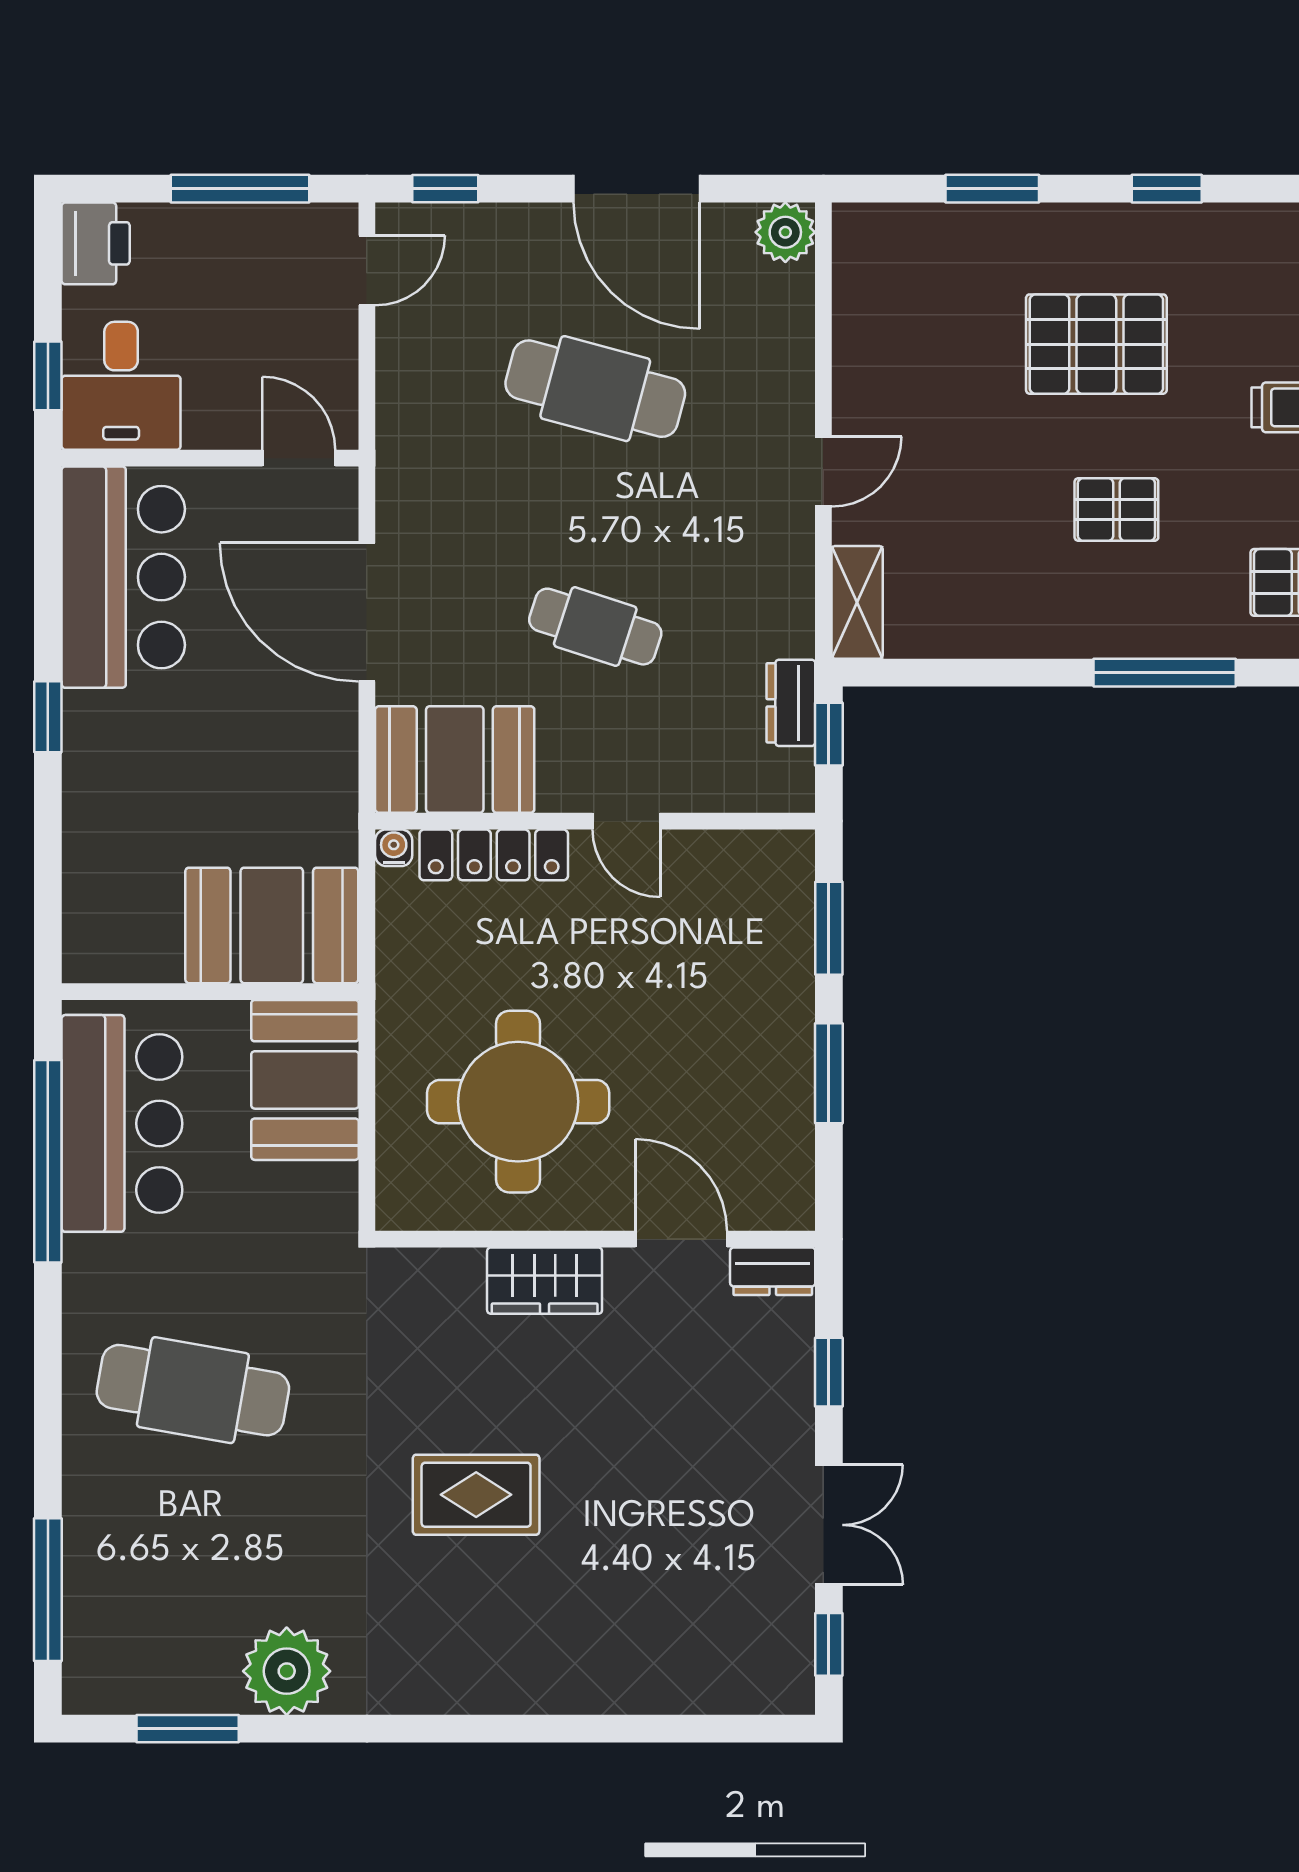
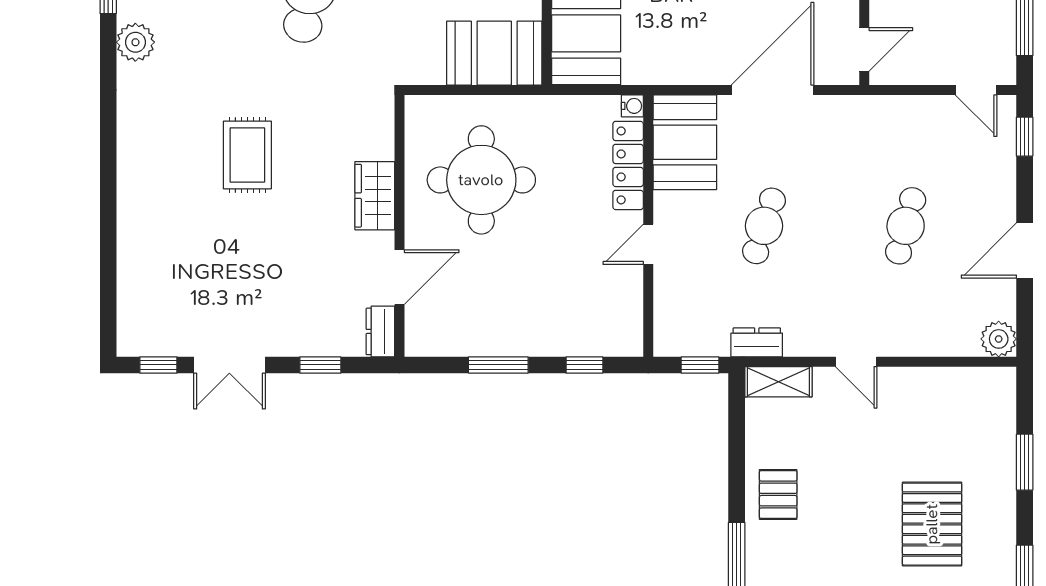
door: (637, 189) -> (1025, 250), width x0.73
cafe table: (595, 389) -> (906, 226), width x0.73, depth x0.74
pallet: (1116, 509) -> (778, 494), moved
dresser: (791, 703) -> (757, 342), moved
window: (829, 928) -> (584, 365), width x0.67
plant: (287, 1671) -> (135, 42), width x0.73, depth x0.73

